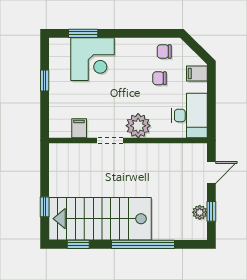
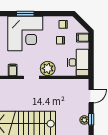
window: (83, 33) -> (25, 14), moved
corner desk: (93, 59) -> (25, 34), width x1.36, depth x1.36

